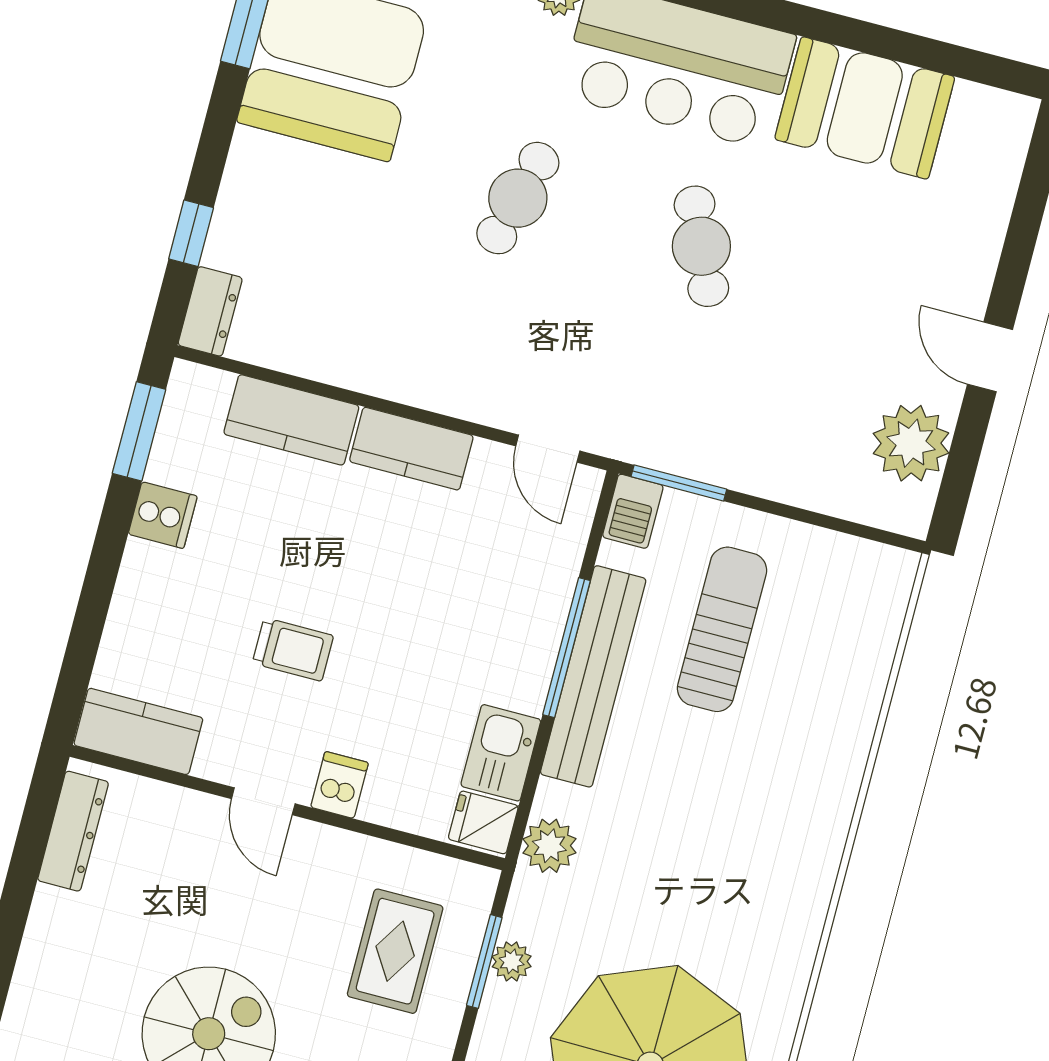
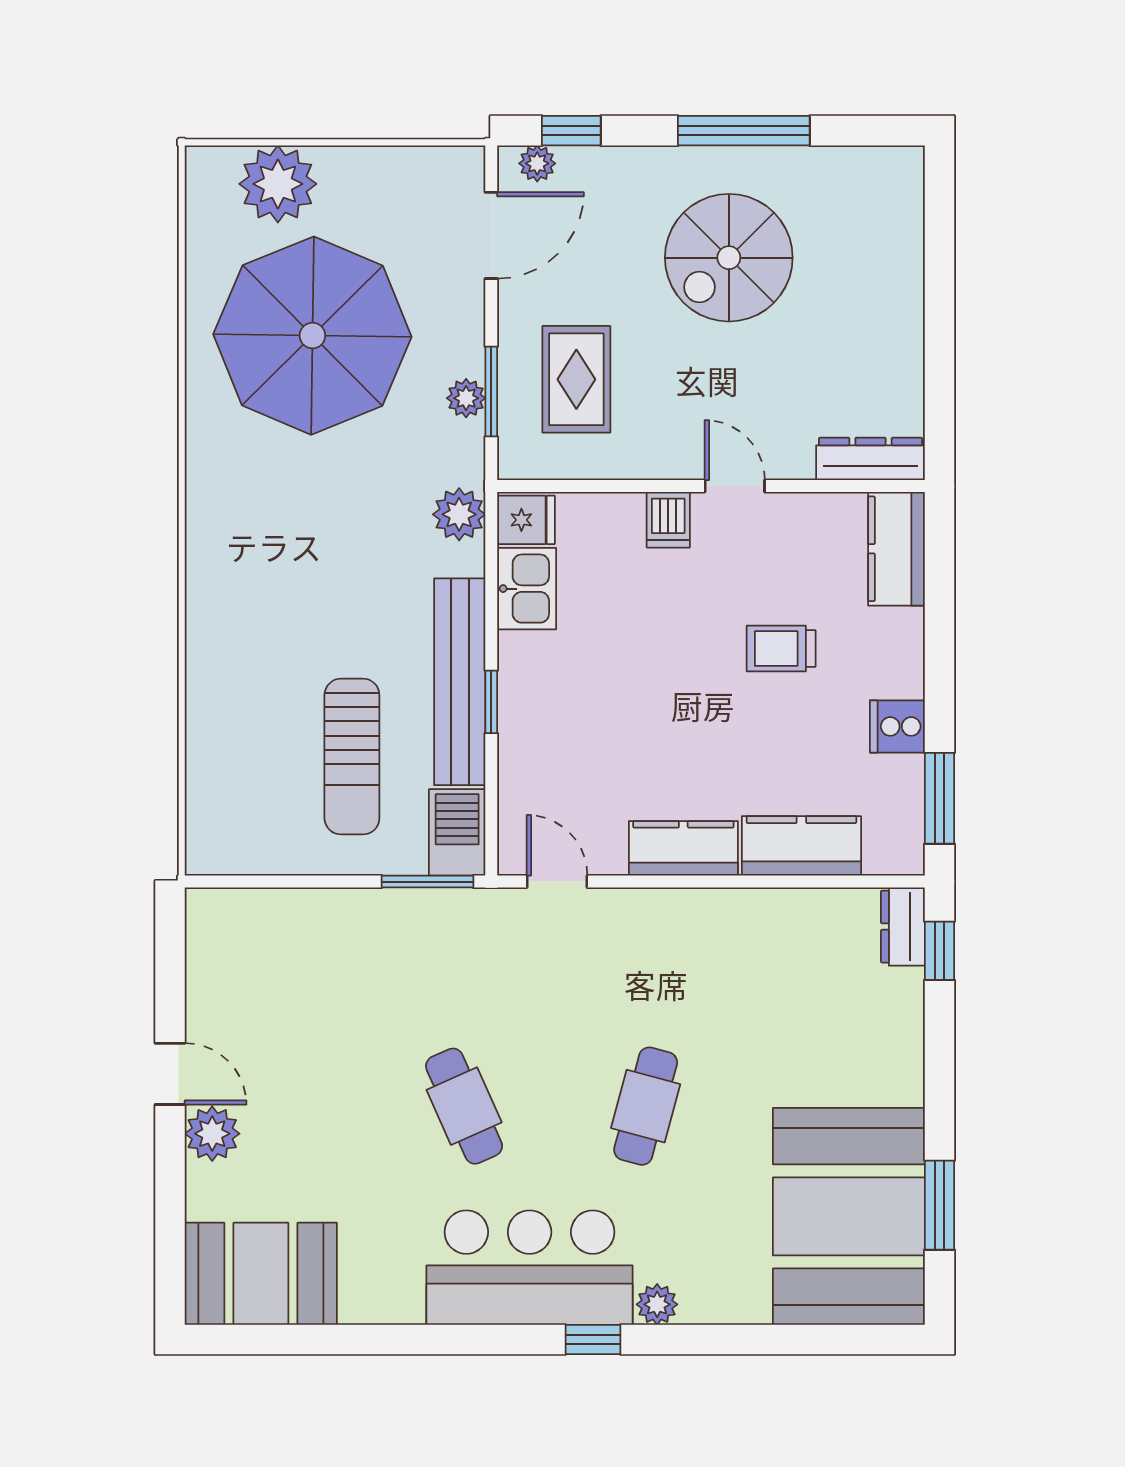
booth: (865, 108) -> (261, 1274), moved
window: (191, 233) -> (940, 951), moved
plant: (911, 443) -> (212, 1134), moved, width x0.73, depth x0.73
barbecue: (633, 511) -> (457, 832), width x1.38, depth x1.27
window: (567, 648) -> (491, 702), width x0.46
trolley: (293, 649) -> (781, 649), moved
kitchen counter: (138, 731) -> (896, 549), moved, turned 90
dresser: (73, 831) -> (870, 459), moved, turned 90

